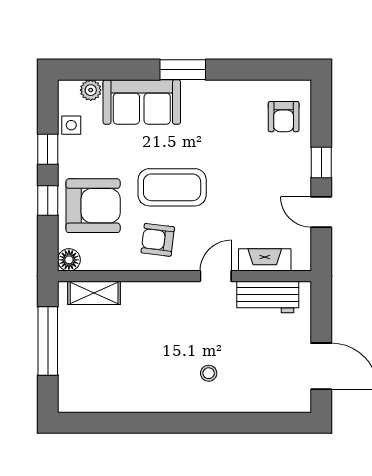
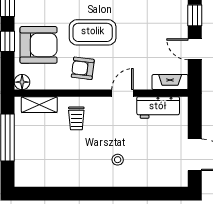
fireplace: (265, 260) -> (170, 82), moved
trolley: (148, 313) -> (76, 118), added

